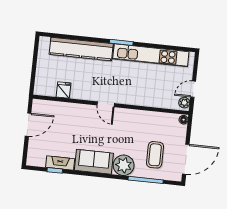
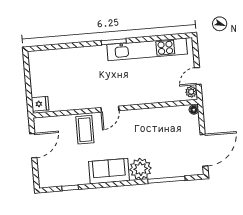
kitchen counter: (81, 49) -> (74, 57), removed
fridge: (63, 90) -> (40, 104), moved, turned 90
door: (106, 104) -> (110, 109), hinge flipped
coffee table: (155, 155) -> (85, 130), moved
fireplace: (60, 163) -> (74, 179), removed

